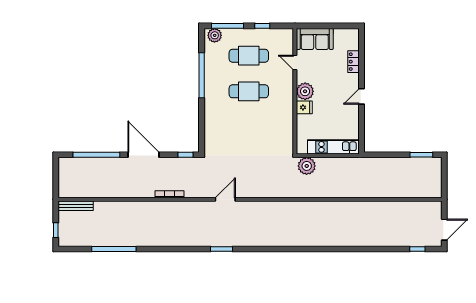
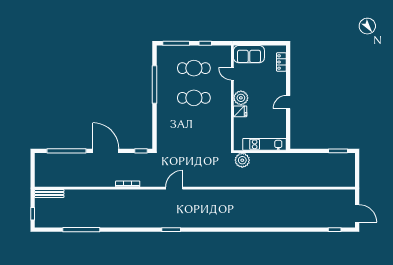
plant: (215, 35) -> (165, 51), removed
locker: (354, 62) -> (281, 62), moved
door: (444, 230) -> (357, 213), hinge flipped

